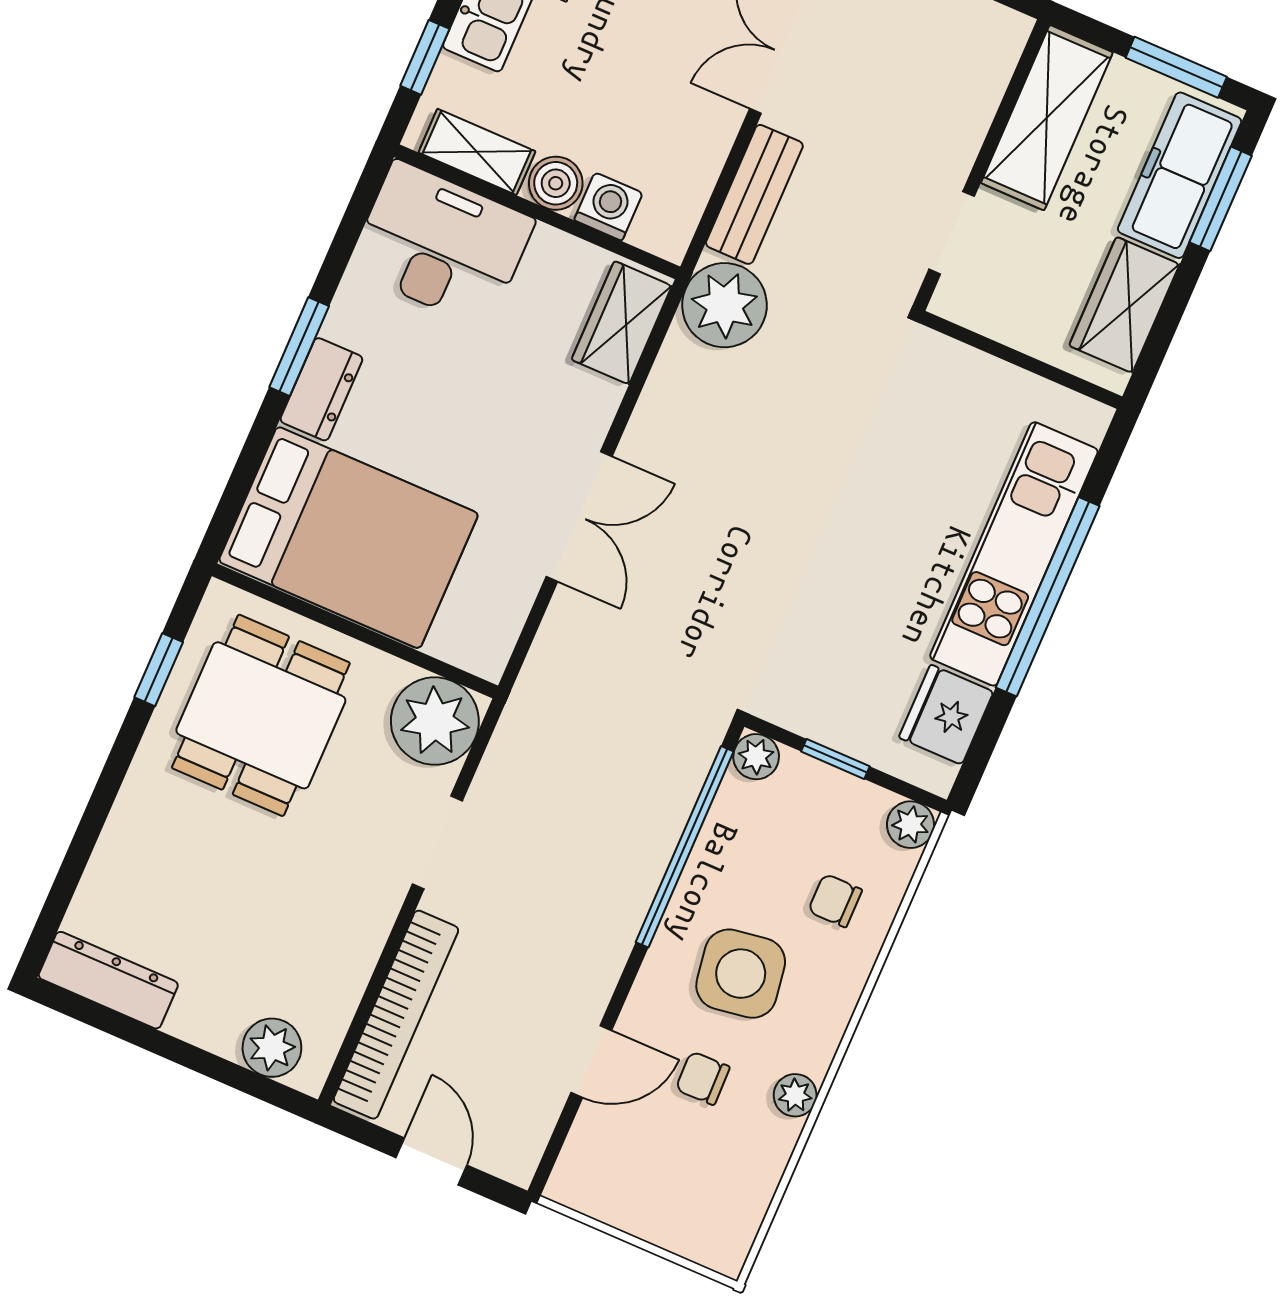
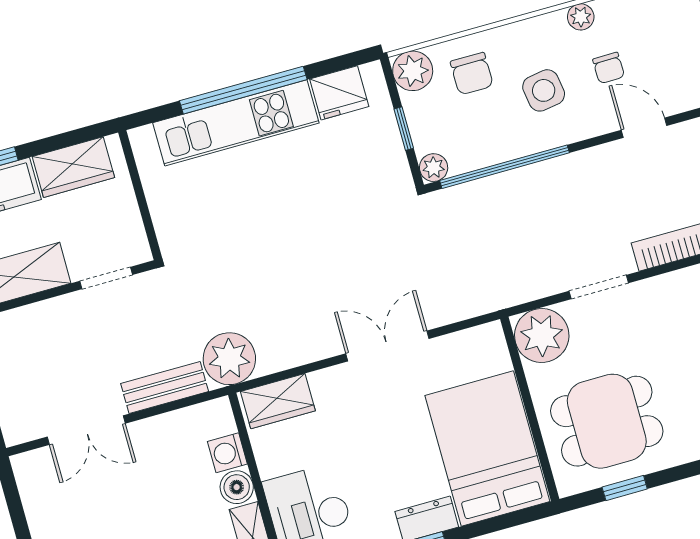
plant: (910, 825) -> (413, 71), width x1.38, depth x1.38
chair: (835, 900) -> (472, 74), width x1.37, depth x1.37
side table: (741, 974) -> (544, 90), width x0.73, depth x0.73

